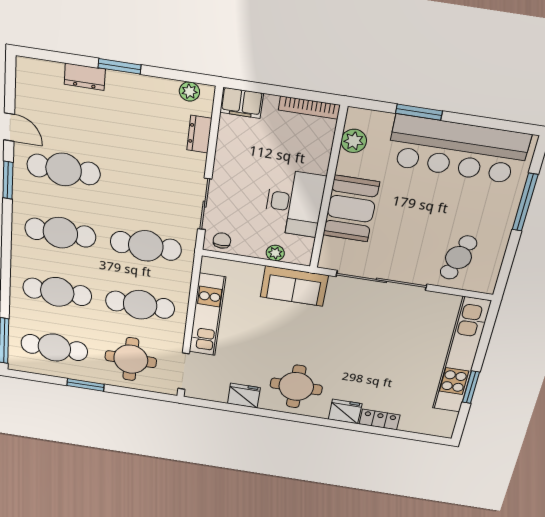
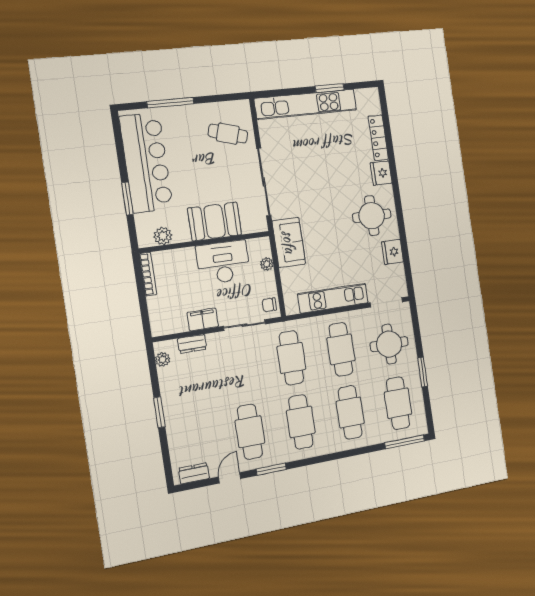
dresser: (85, 77) -> (194, 473), moved, turned -90
filing cabinet: (242, 103) -> (203, 319), moved, turned -90
locker: (379, 419) -> (378, 138), width x1.53

